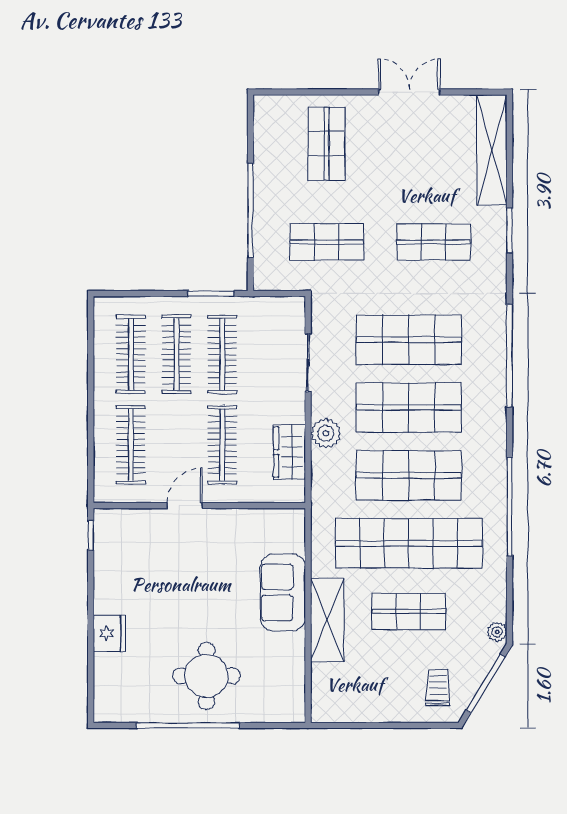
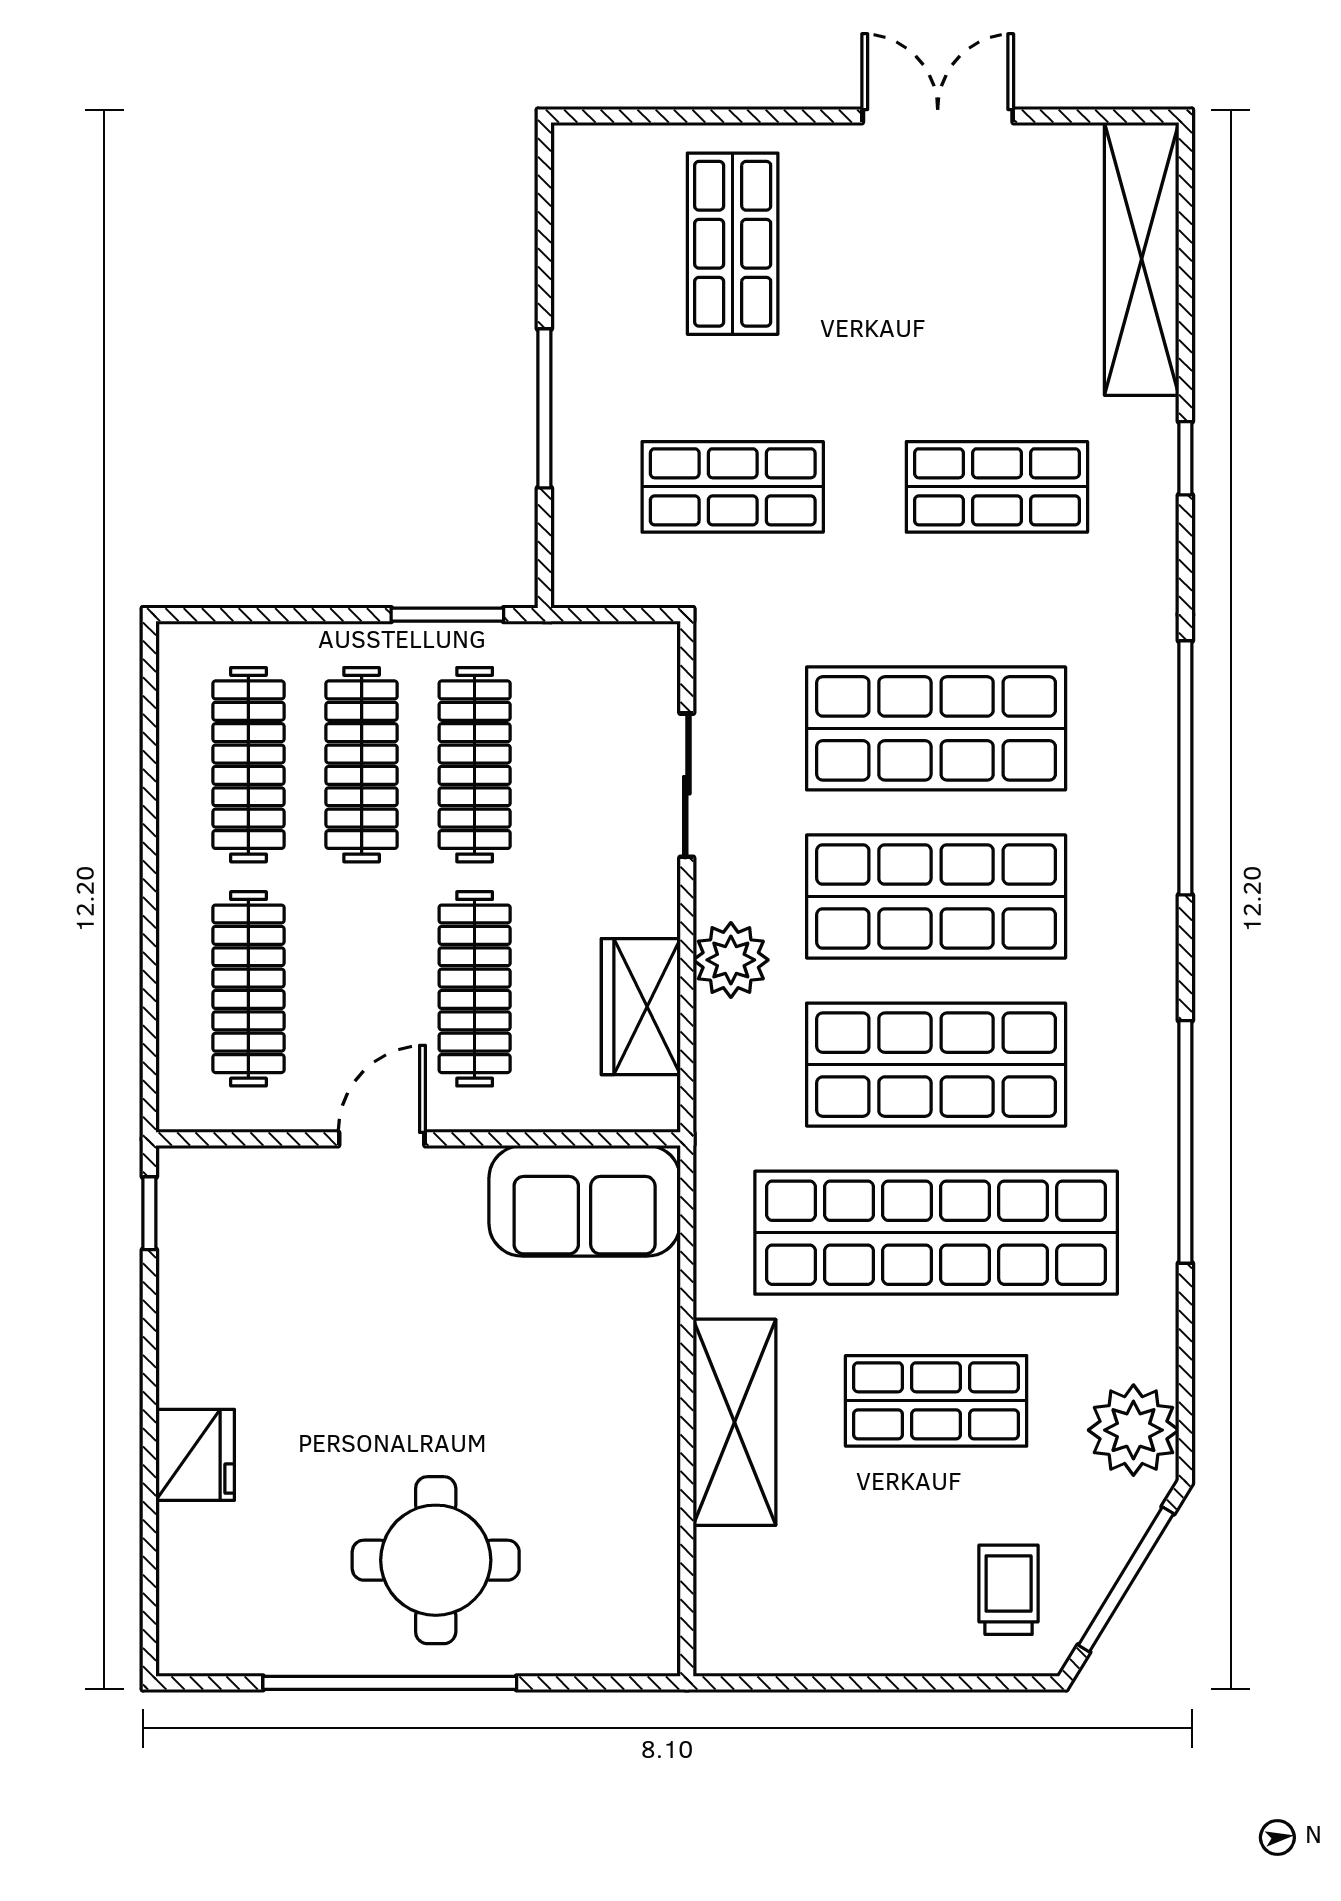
window: (250, 210) -> (544, 408), width x0.68
window: (509, 230) -> (1185, 458), width x0.67
sofa: (283, 592) -> (585, 1201), moved, turned -90
plant: (497, 632) -> (1133, 1430), width x1.88, depth x1.88

